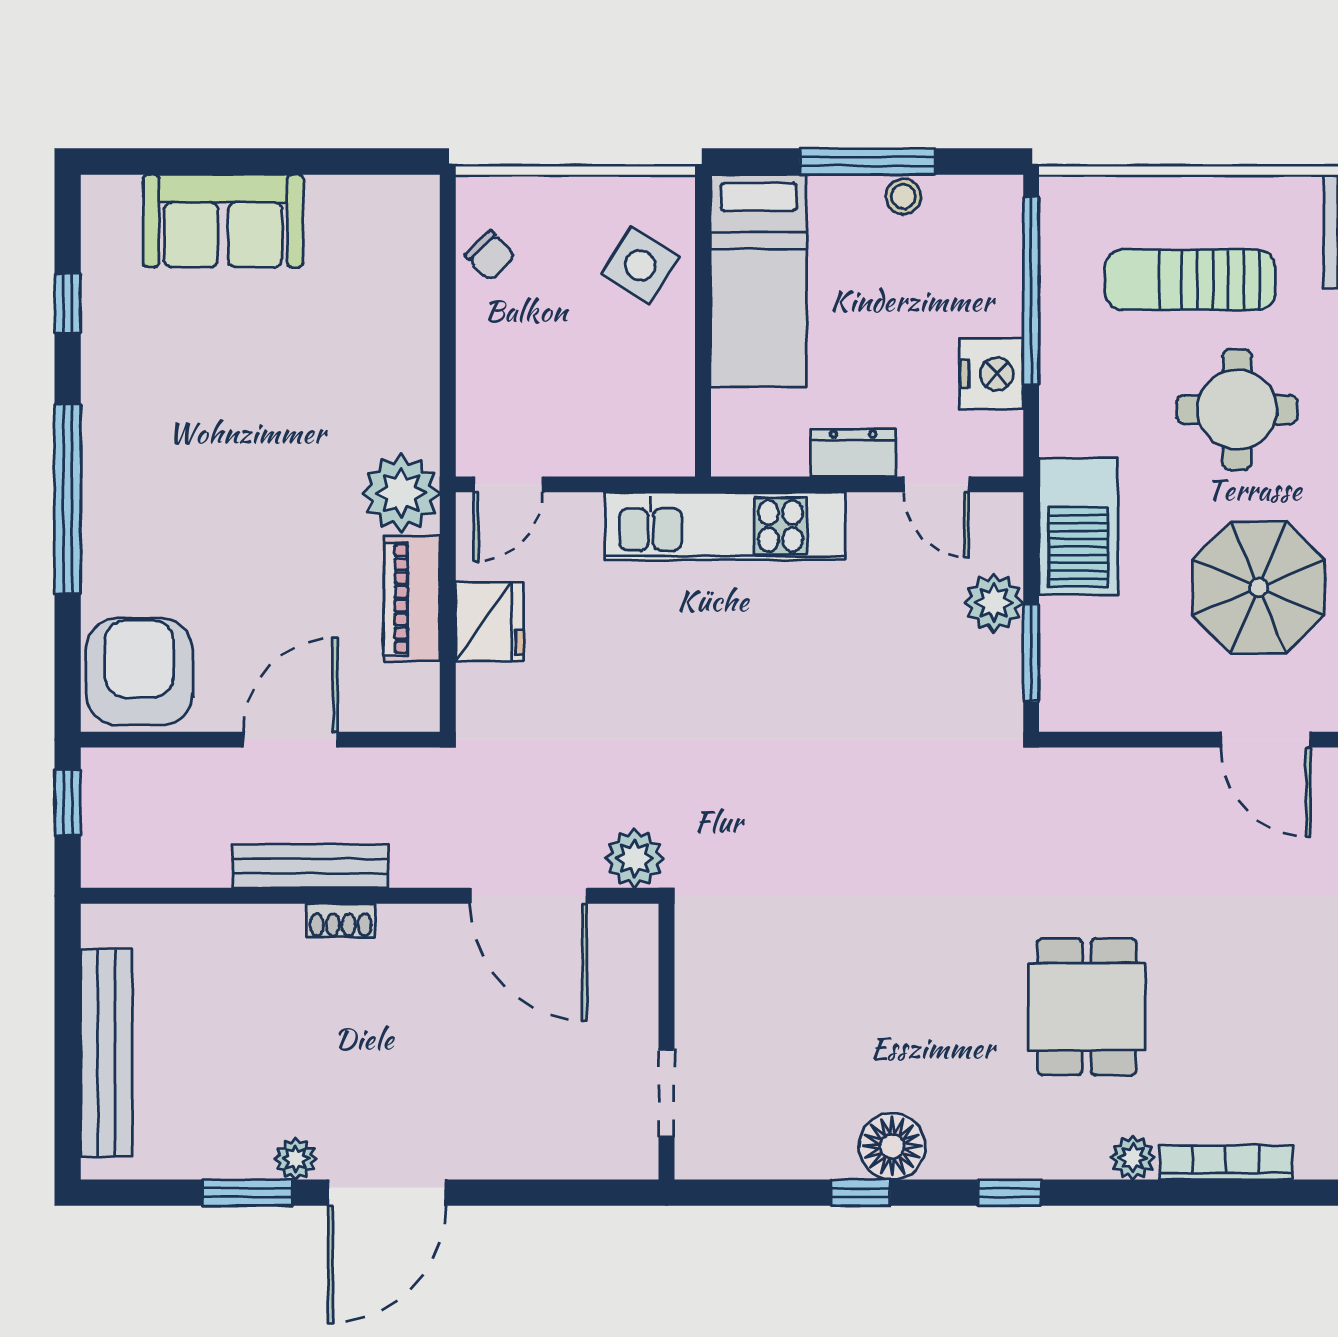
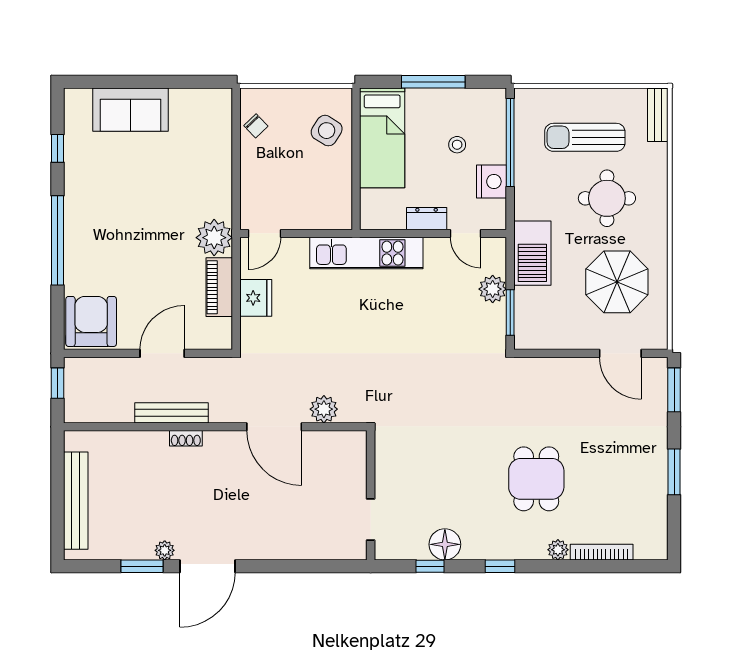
stool: (903, 197) -> (457, 145), moved
wall: (667, 1042) -> (371, 495), moved
doorway: (667, 1093) -> (371, 520), moved

